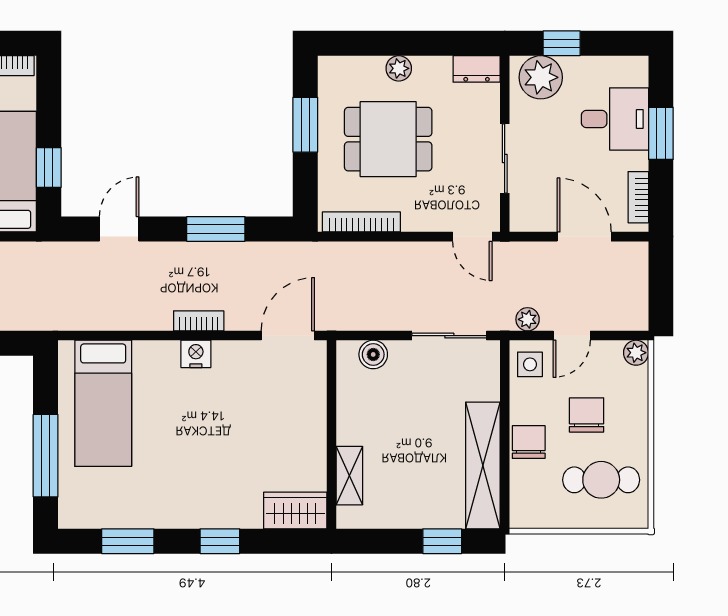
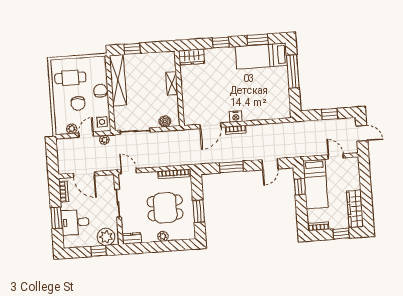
door: (288, 336) -> (210, 126), moved
plant: (636, 353) -> (72, 129), moved
bed: (103, 403) -> (261, 56), moved, turned -90
chair: (529, 442) -> (100, 91), turned 180
shelving: (349, 476) -> (172, 84), moved

